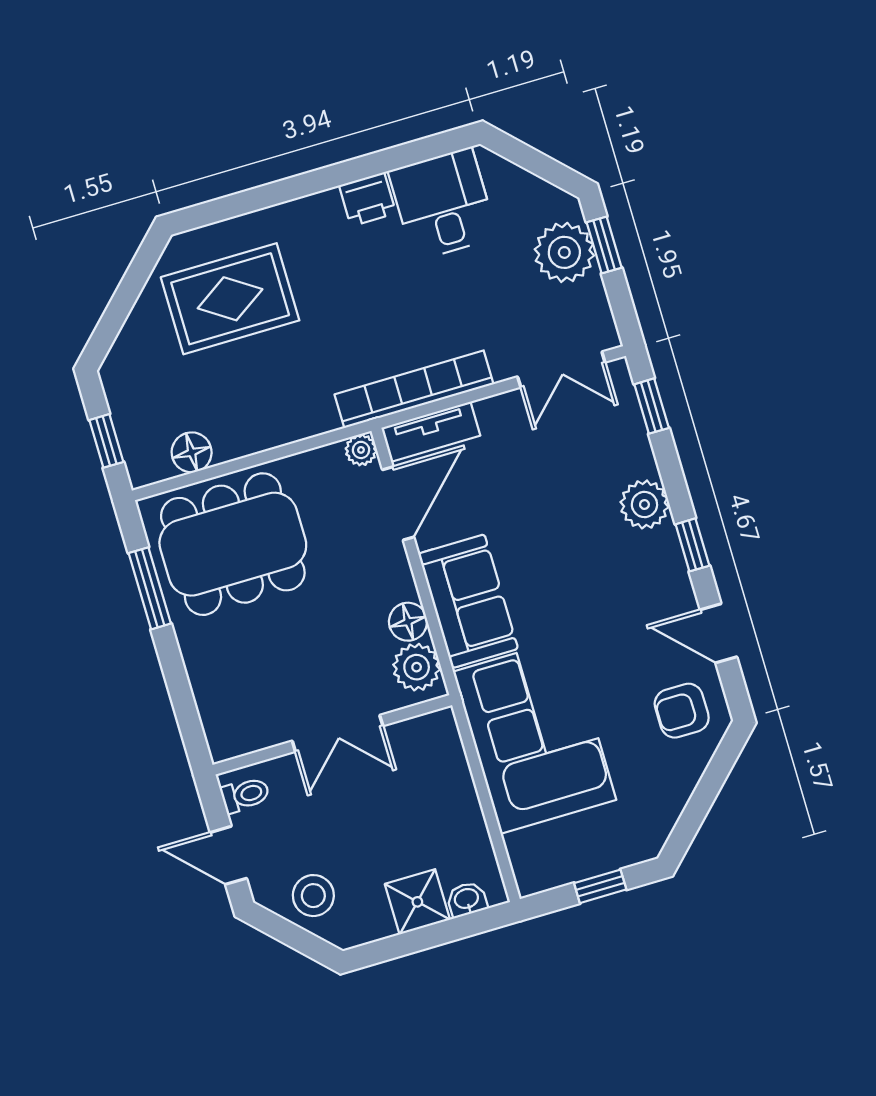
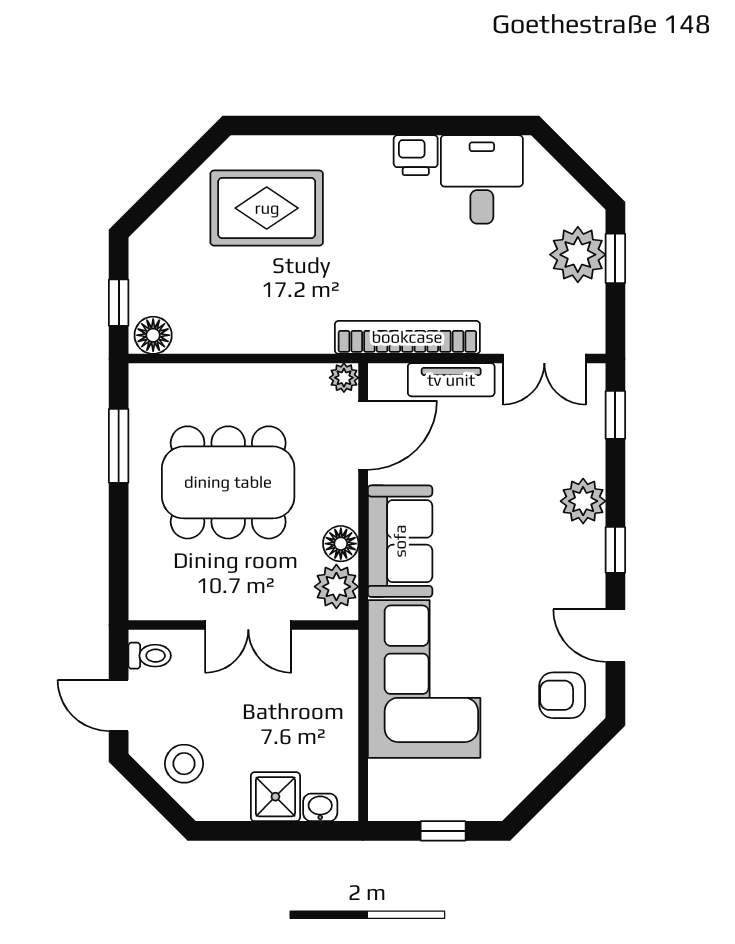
tv unit: (431, 432) -> (451, 380), moved
floor lamp: (192, 452) -> (153, 335), moved
dining table: (233, 544) -> (228, 482), moved

